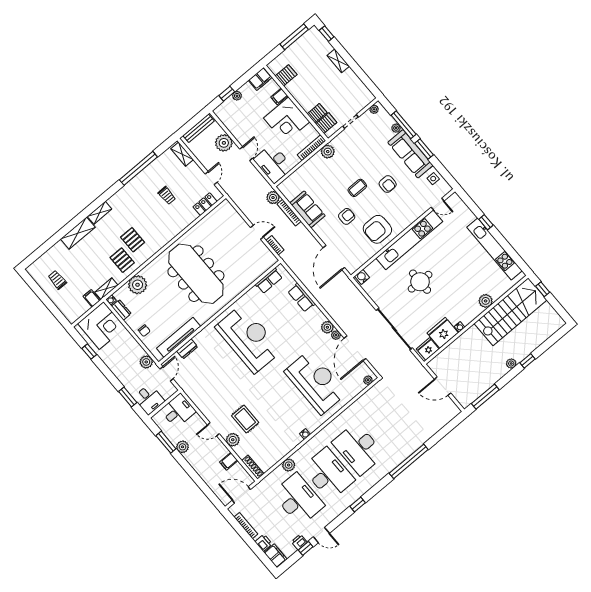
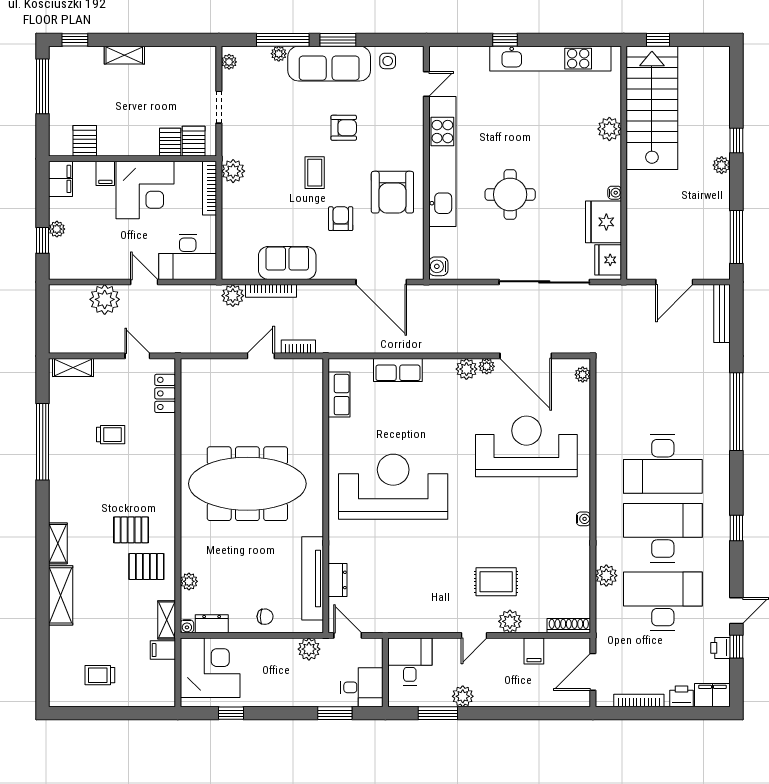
bench: (199, 128) -> (722, 314), moved
plant: (138, 285) -> (189, 581), width x0.53, depth x0.53

